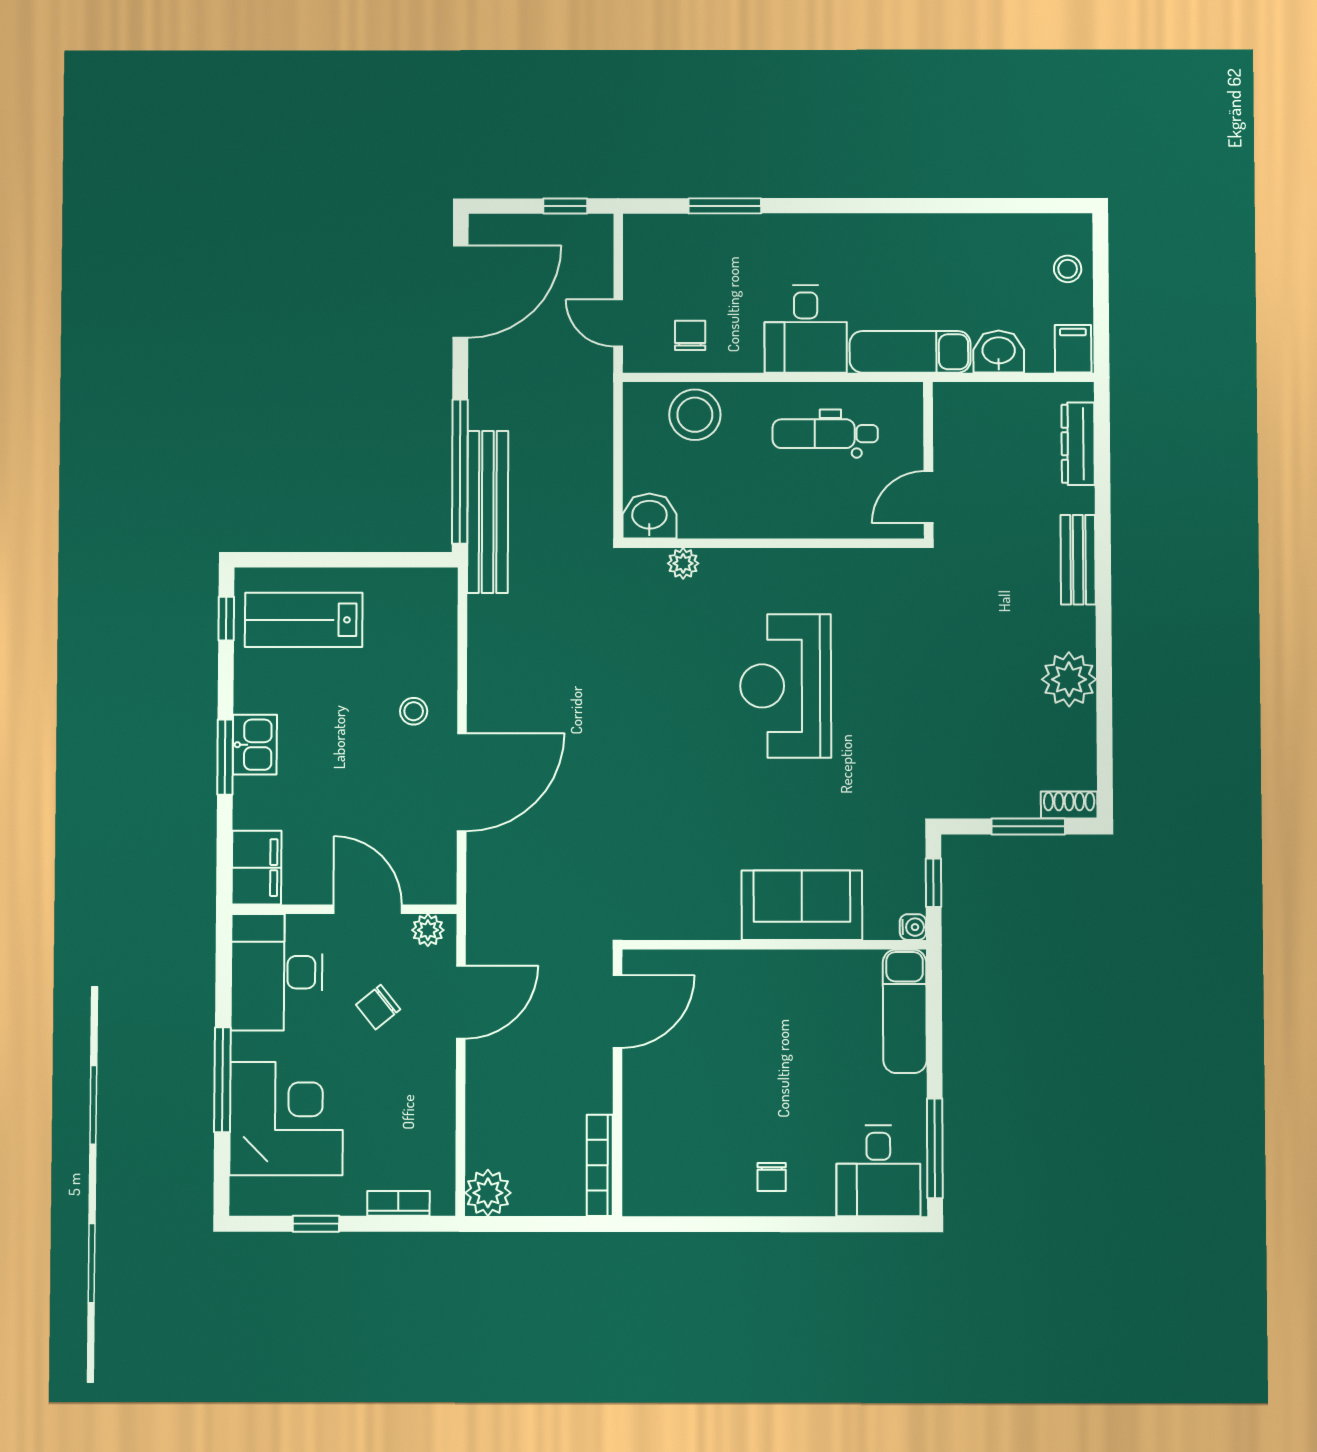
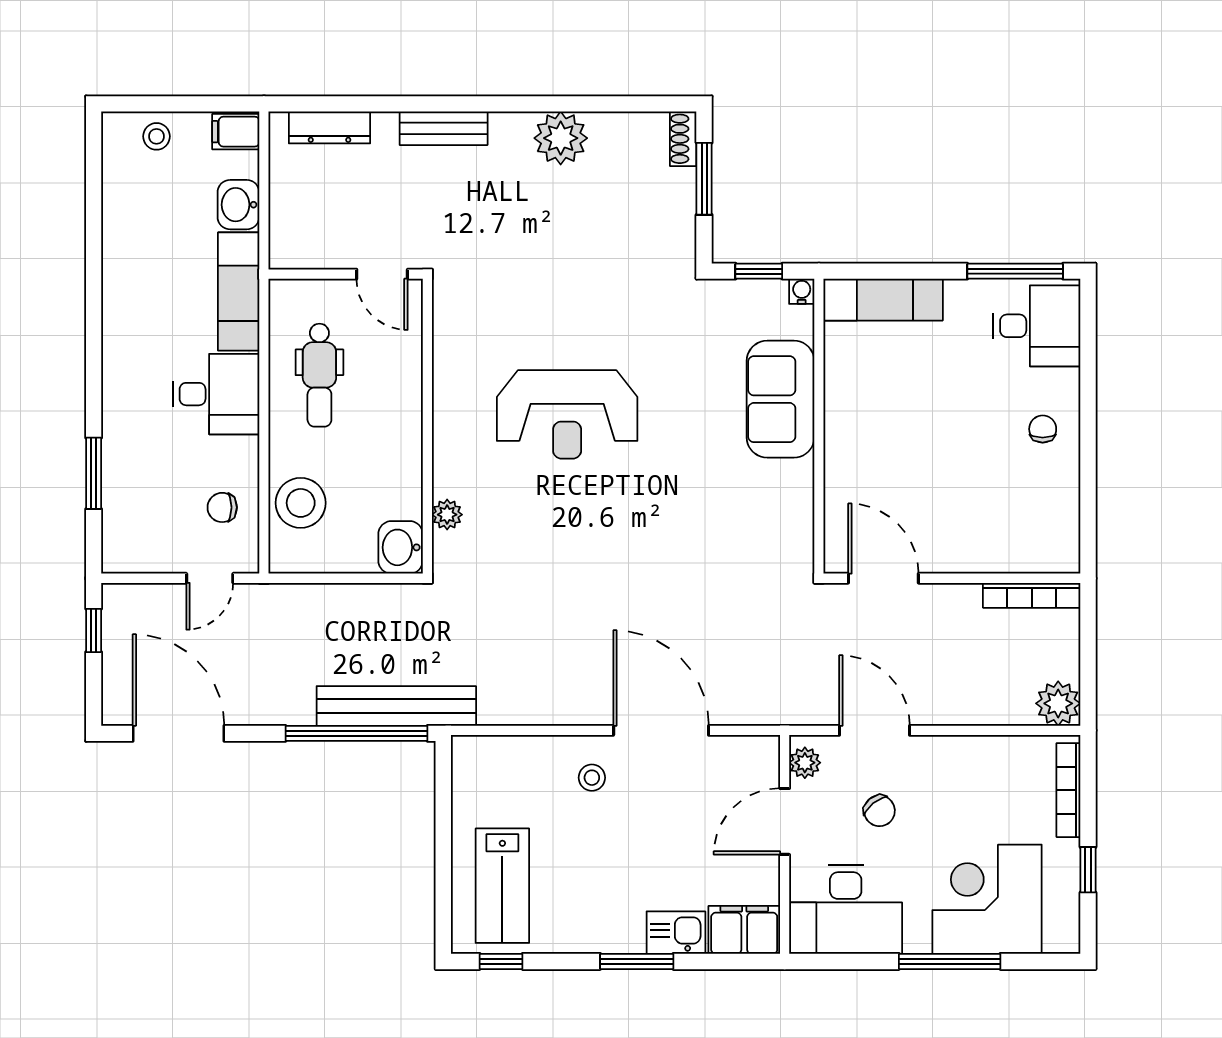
kitchen sink: (255, 745) -> (676, 933), moved
chair: (772, 1177) -> (1043, 429), turned -90
bookcase: (398, 1203) -> (1068, 790), width x1.56

